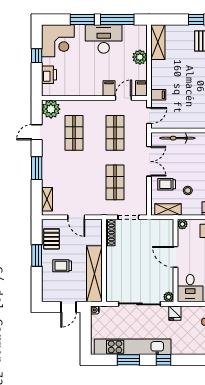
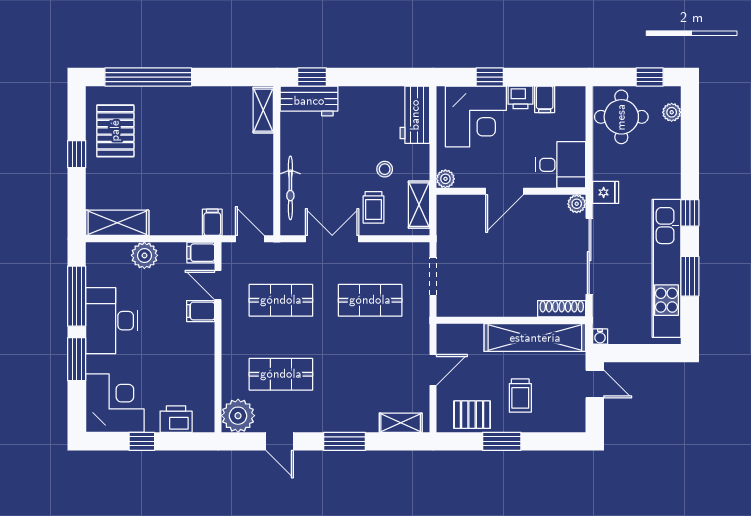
shoe rack: (110, 232) -> (562, 309), moved

